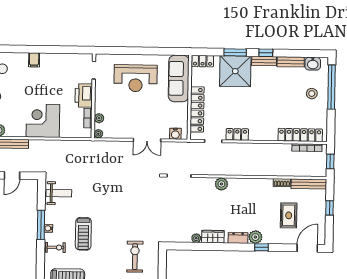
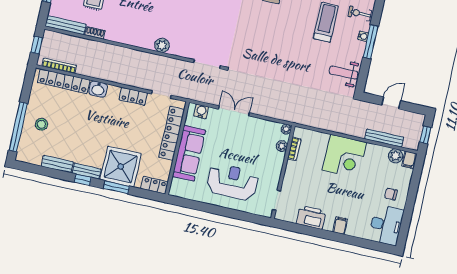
washbasin: (313, 64) -> (98, 89), moved, turned 180
sofa: (179, 78) -> (189, 153), moved
printer: (84, 95) -> (311, 217), moved, turned -90

